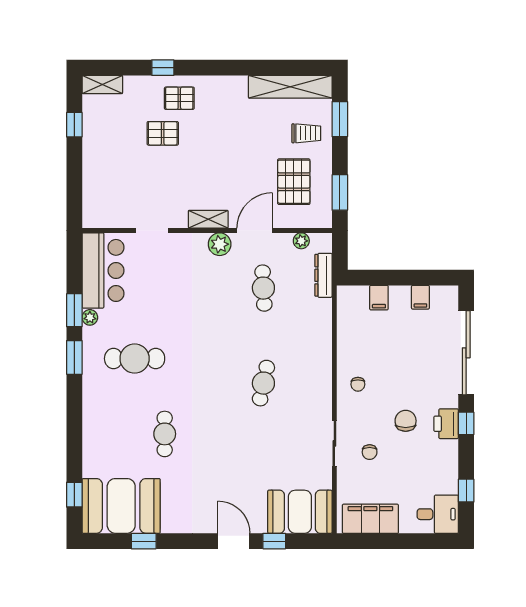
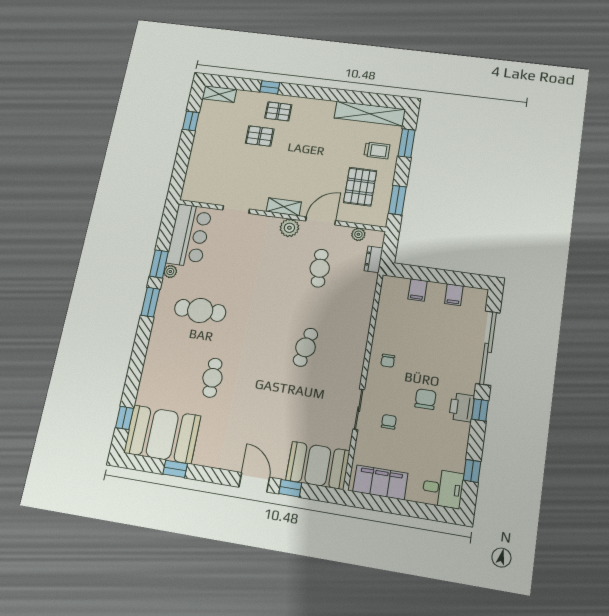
dresser: (323, 275) -> (373, 259), width x0.70
chair: (370, 452) -> (389, 422), turned 180

